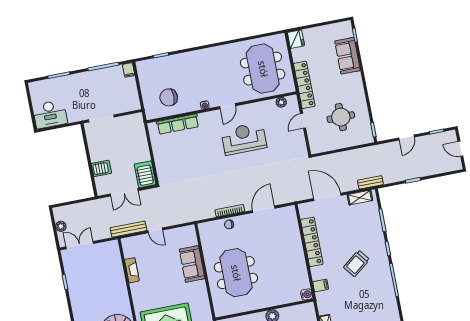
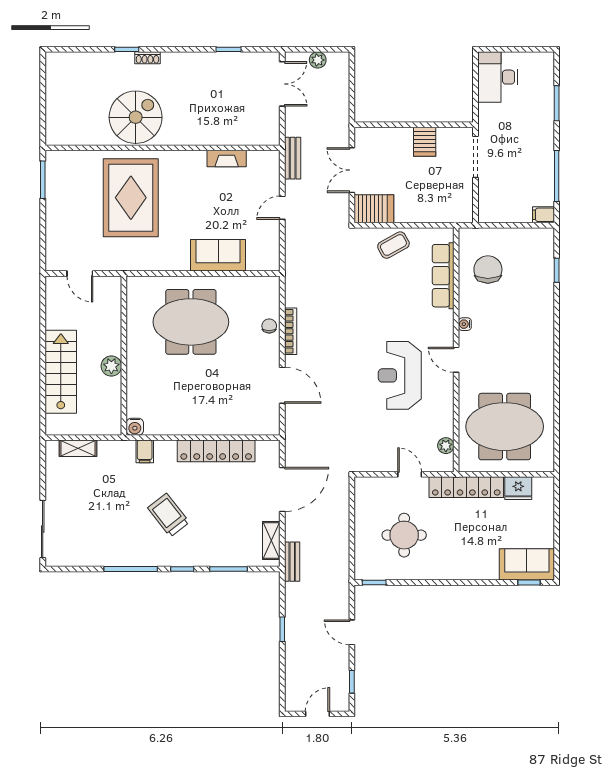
fridge: (296, 39) -> (518, 488), moved
sofa: (347, 56) -> (527, 564), moved
reception desk: (244, 139) -> (400, 375), turned 180
coffee table: (165, 158) -> (393, 245), added
server rack: (101, 168) -> (425, 142), moved
bench: (128, 229) -> (293, 158), width x0.73

